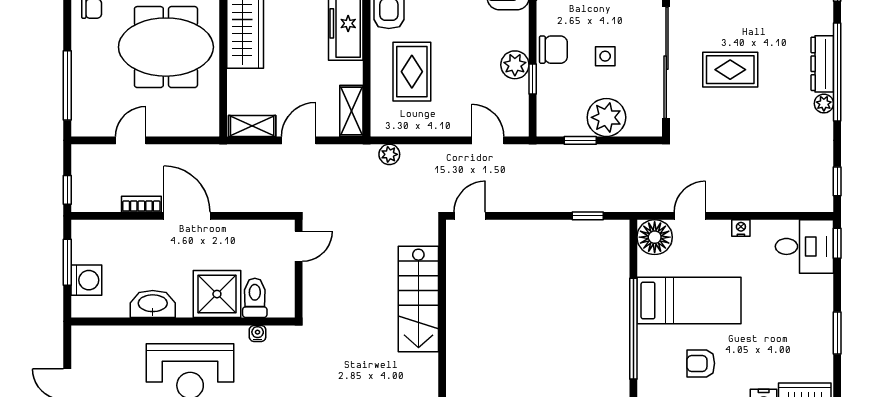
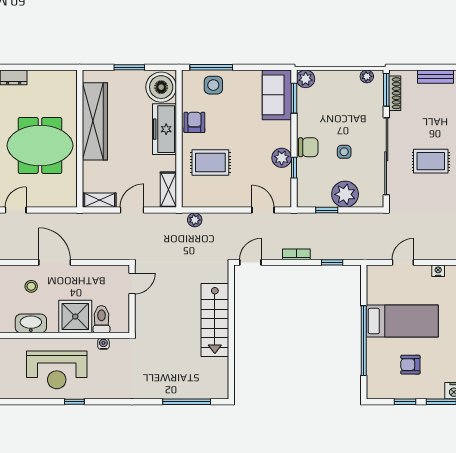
rug: (412, 72) -> (210, 163), turned 90
bookcase: (141, 204) -> (296, 254), moved
floor lamp: (655, 237) -> (378, 277), removed
stool: (153, 250) -> (31, 286), added

